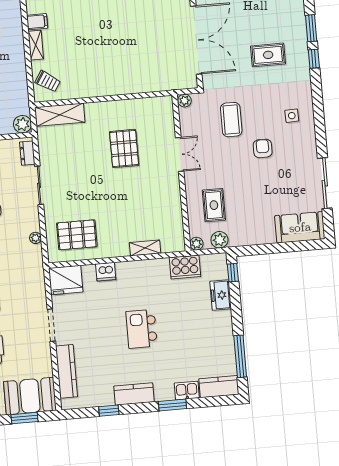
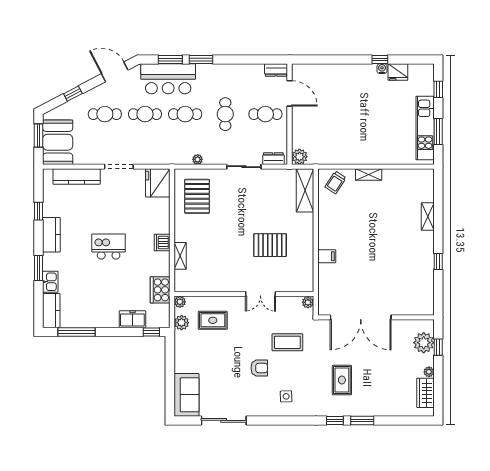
filing cabinet: (37, 22) -> (327, 256), moved, turned -90
dishwasher: (106, 272) -> (162, 243), moved

